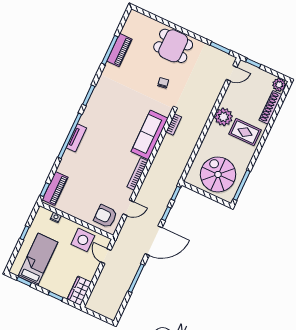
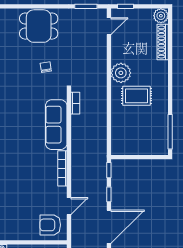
rug: (245, 132) -> (136, 96), moved
spiral stairs: (218, 174) -> (142, 132), removed

